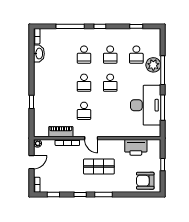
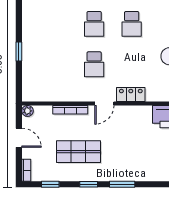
piano: (61, 132) -> (61, 94), removed
locker: (110, 132) -> (131, 95), added
door: (91, 138) -> (104, 103), hinge flipped
door: (32, 162) -> (19, 138), hinge flipped
shop shelf: (99, 167) -> (78, 152), moved

